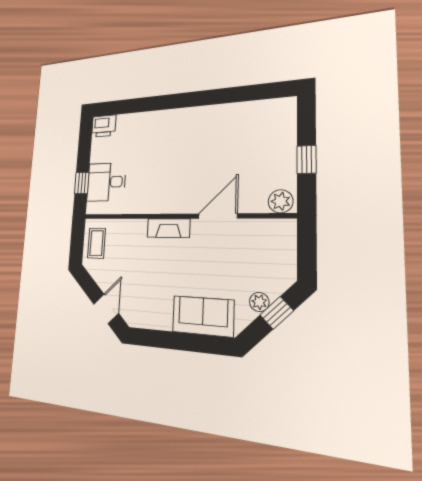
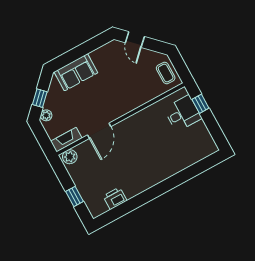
printer: (104, 126) -> (115, 198), moved
window: (306, 159) -> (74, 196), moved
fireplace: (168, 228) -> (66, 140), moved
plant: (259, 302) -> (46, 115), moved

